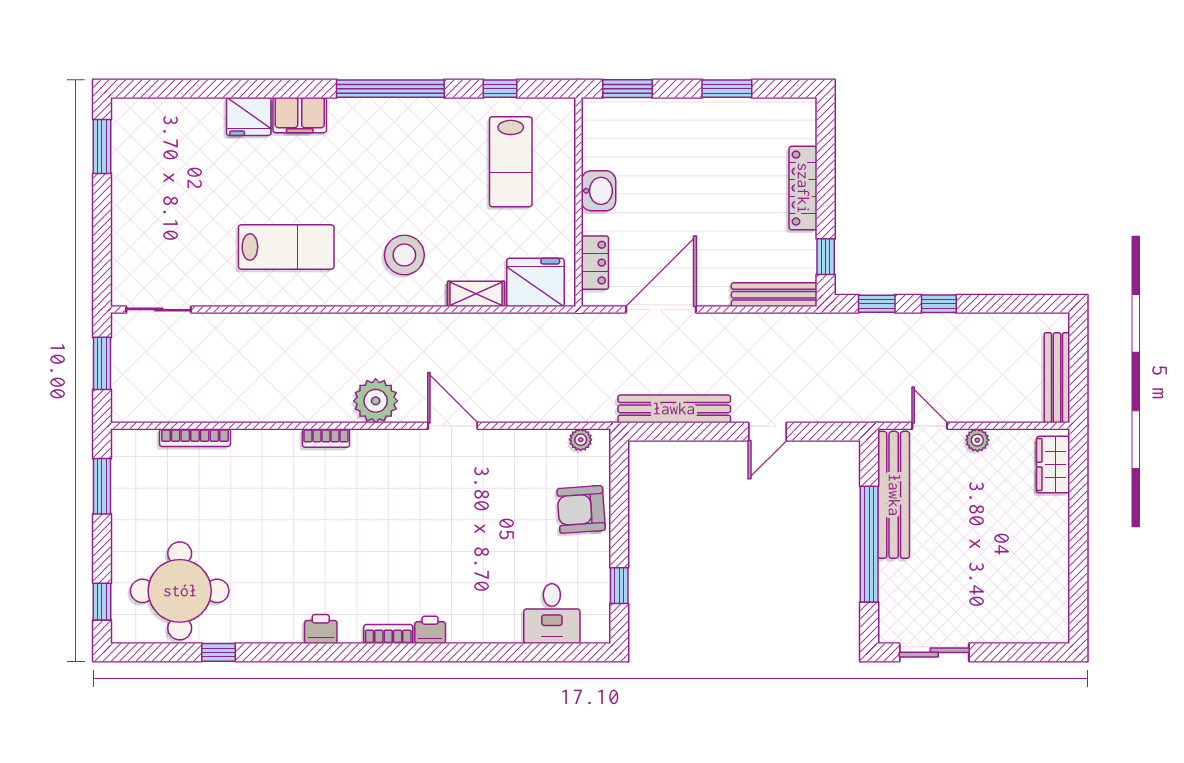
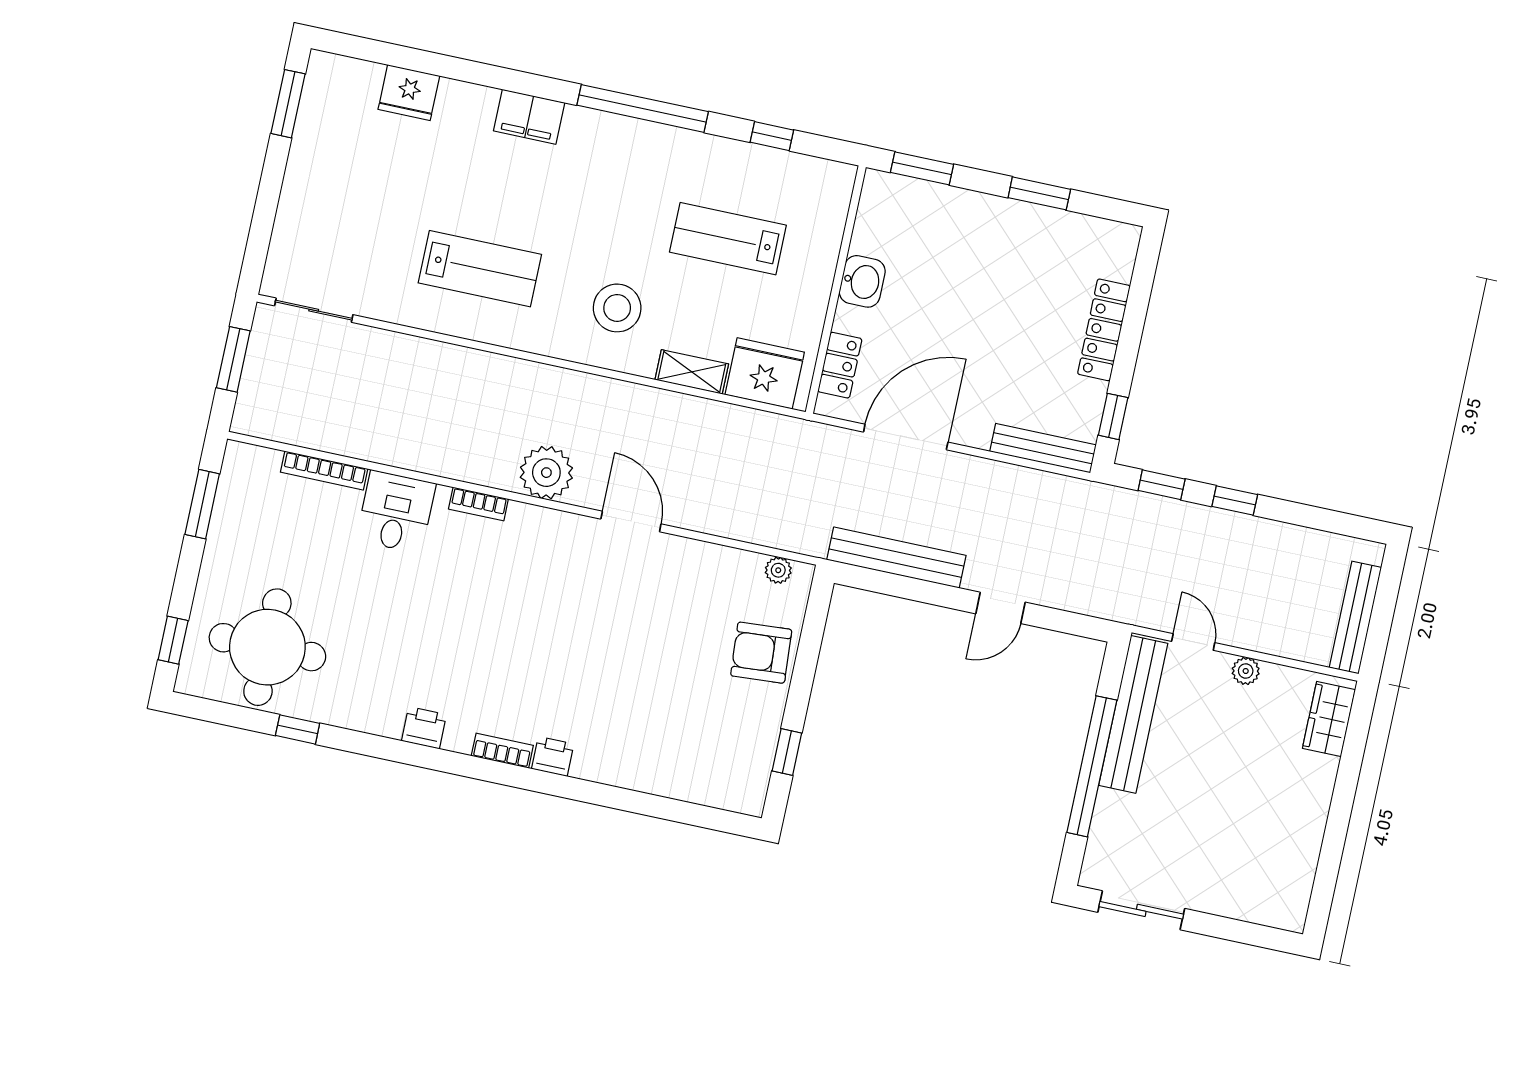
fridge: (249, 116) -> (409, 93), moved
lab bench: (511, 162) -> (728, 239), moved, turned 90
desk: (552, 614) -> (396, 512), moved, turned 180

